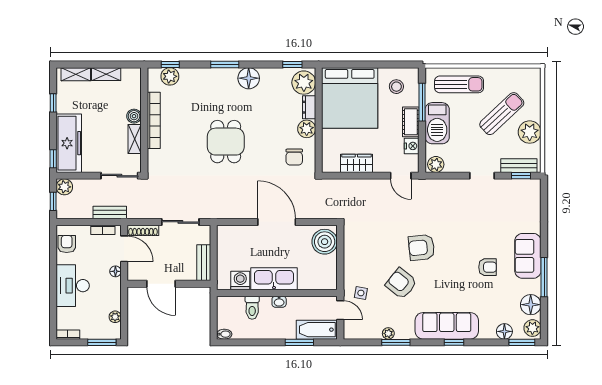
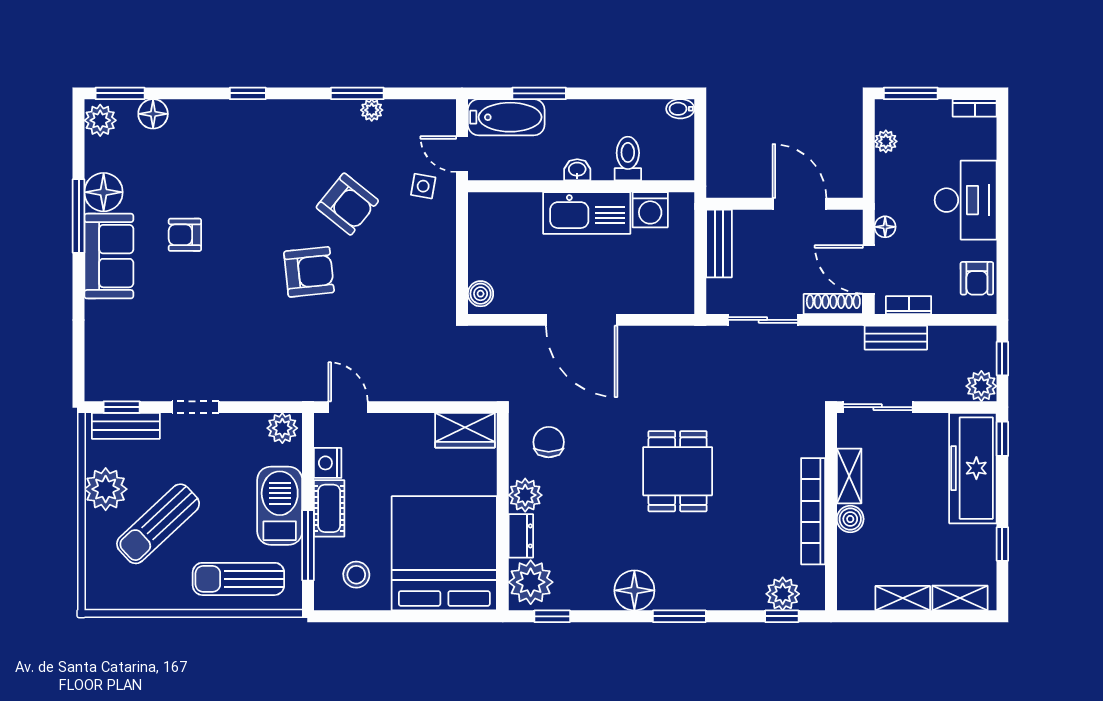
wardrobe: (356, 163) -> (465, 430), moved
boiler: (325, 242) -> (481, 294), width x0.54, depth x0.54
floor lamp: (531, 305) -> (104, 192), moved
sofa: (447, 326) -> (262, 124), removed

